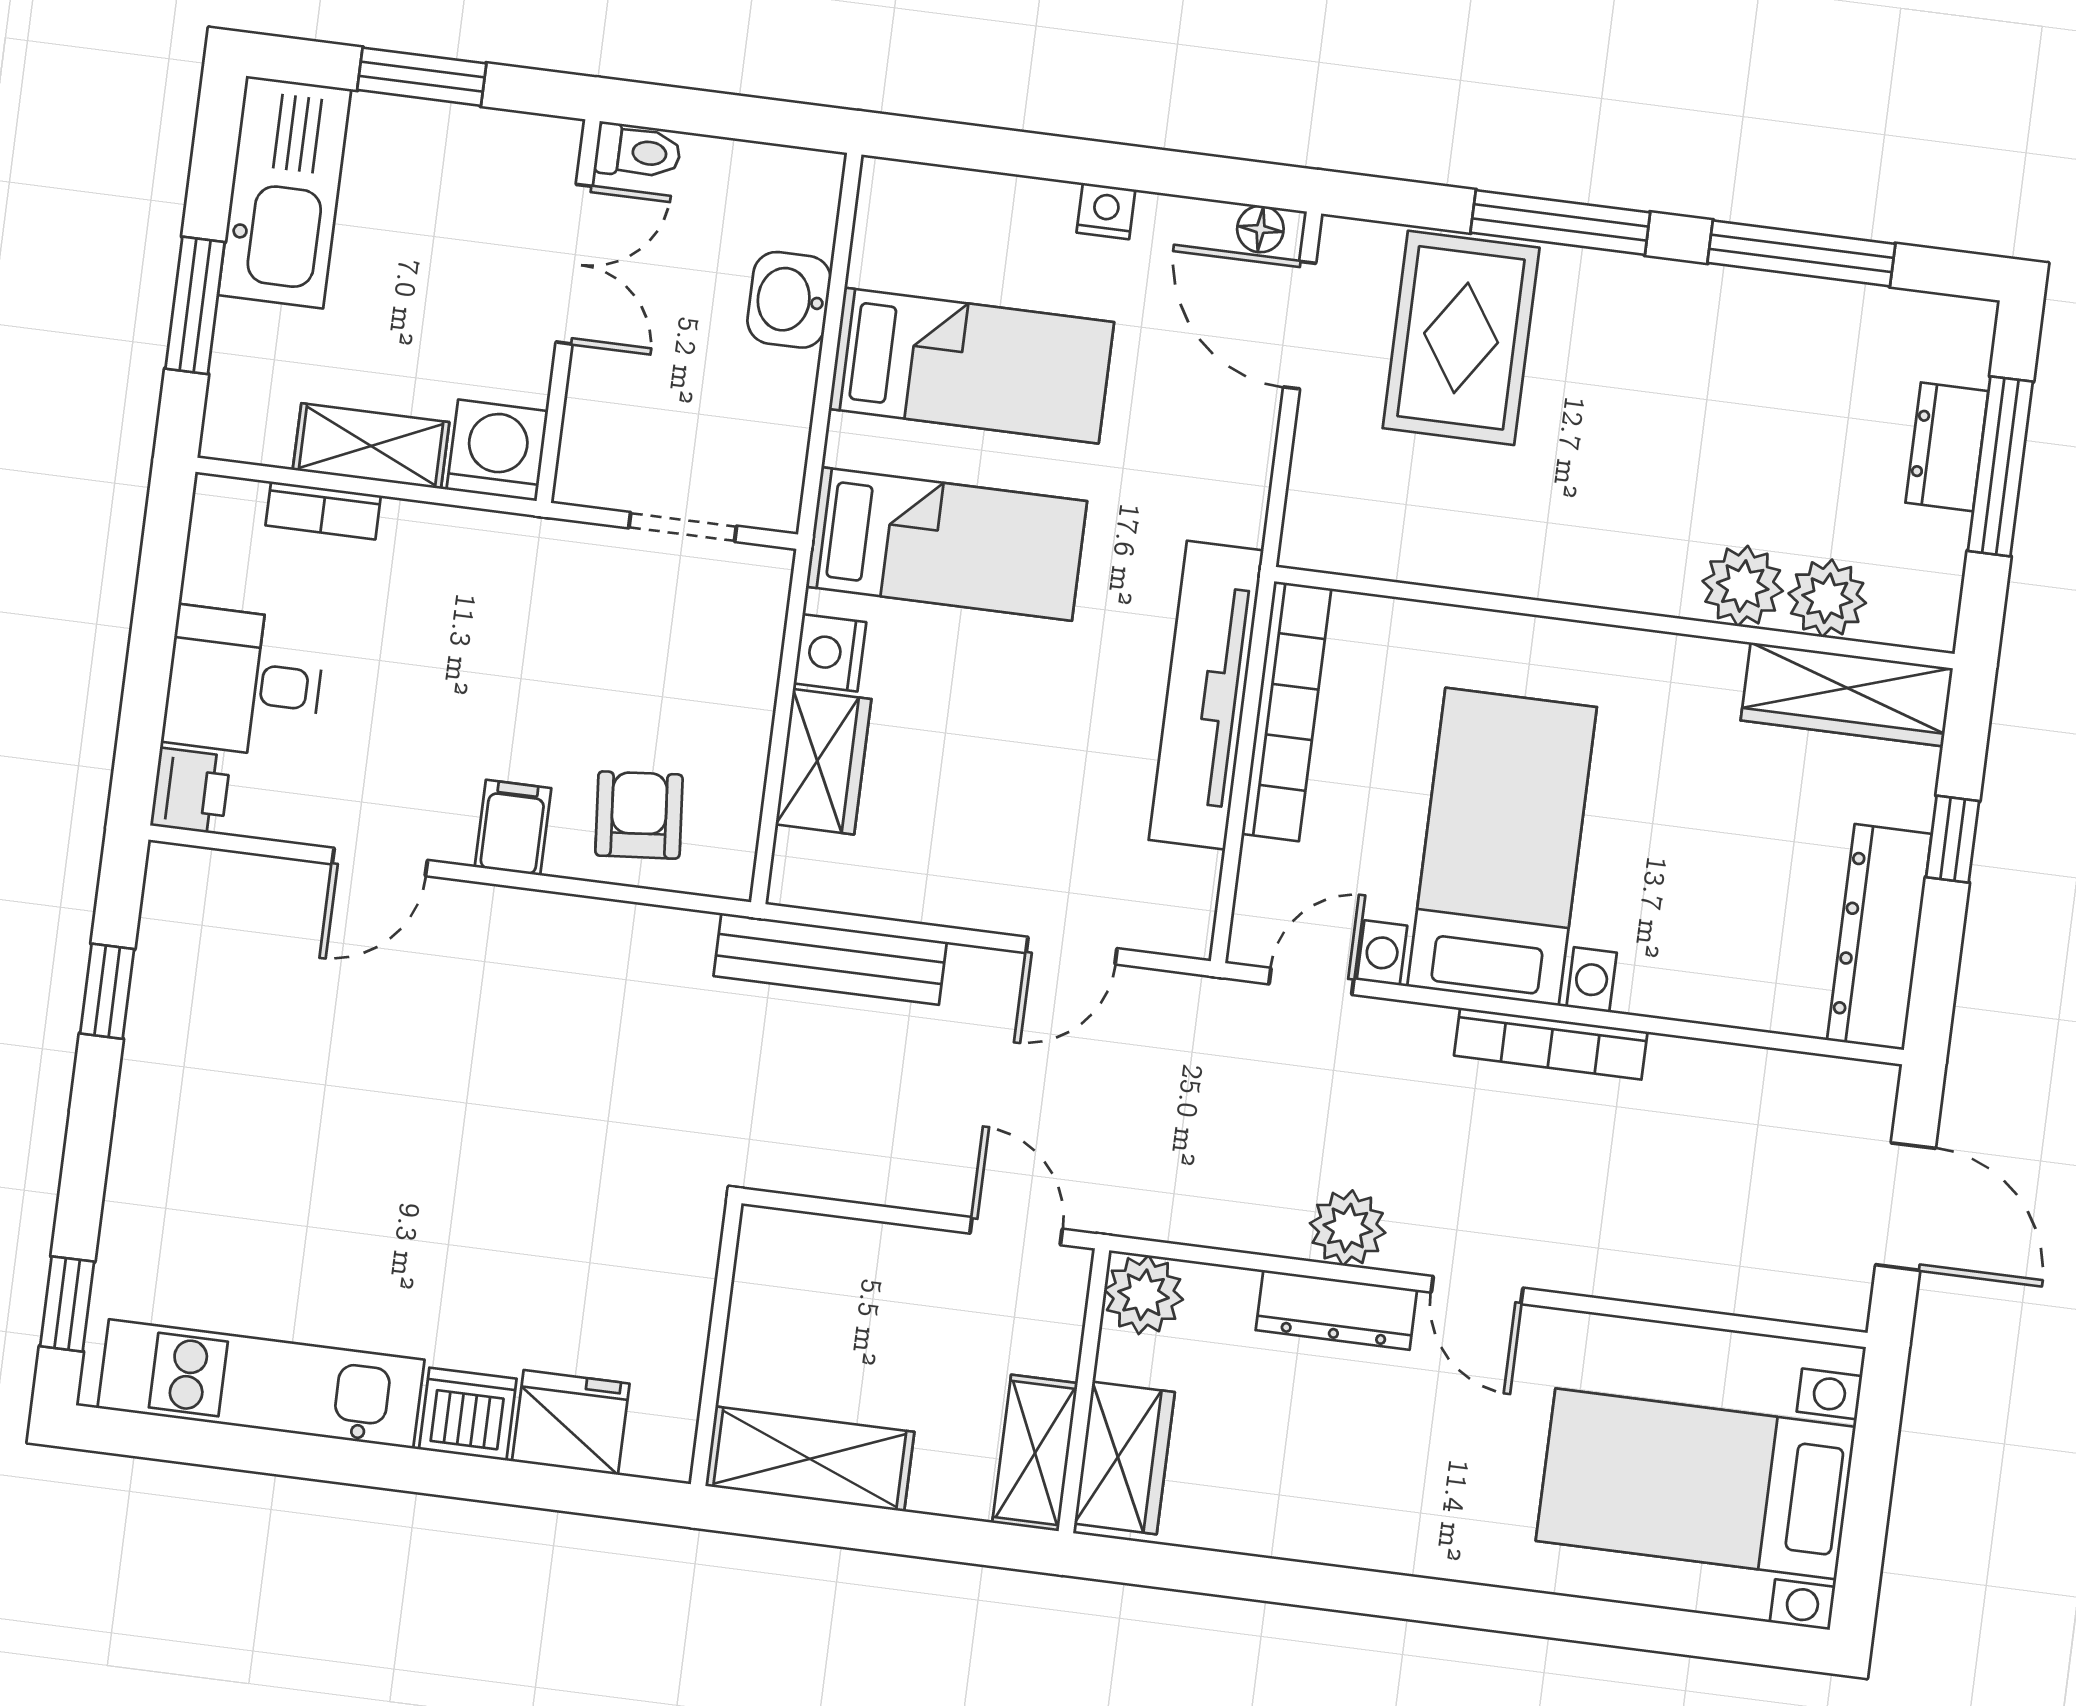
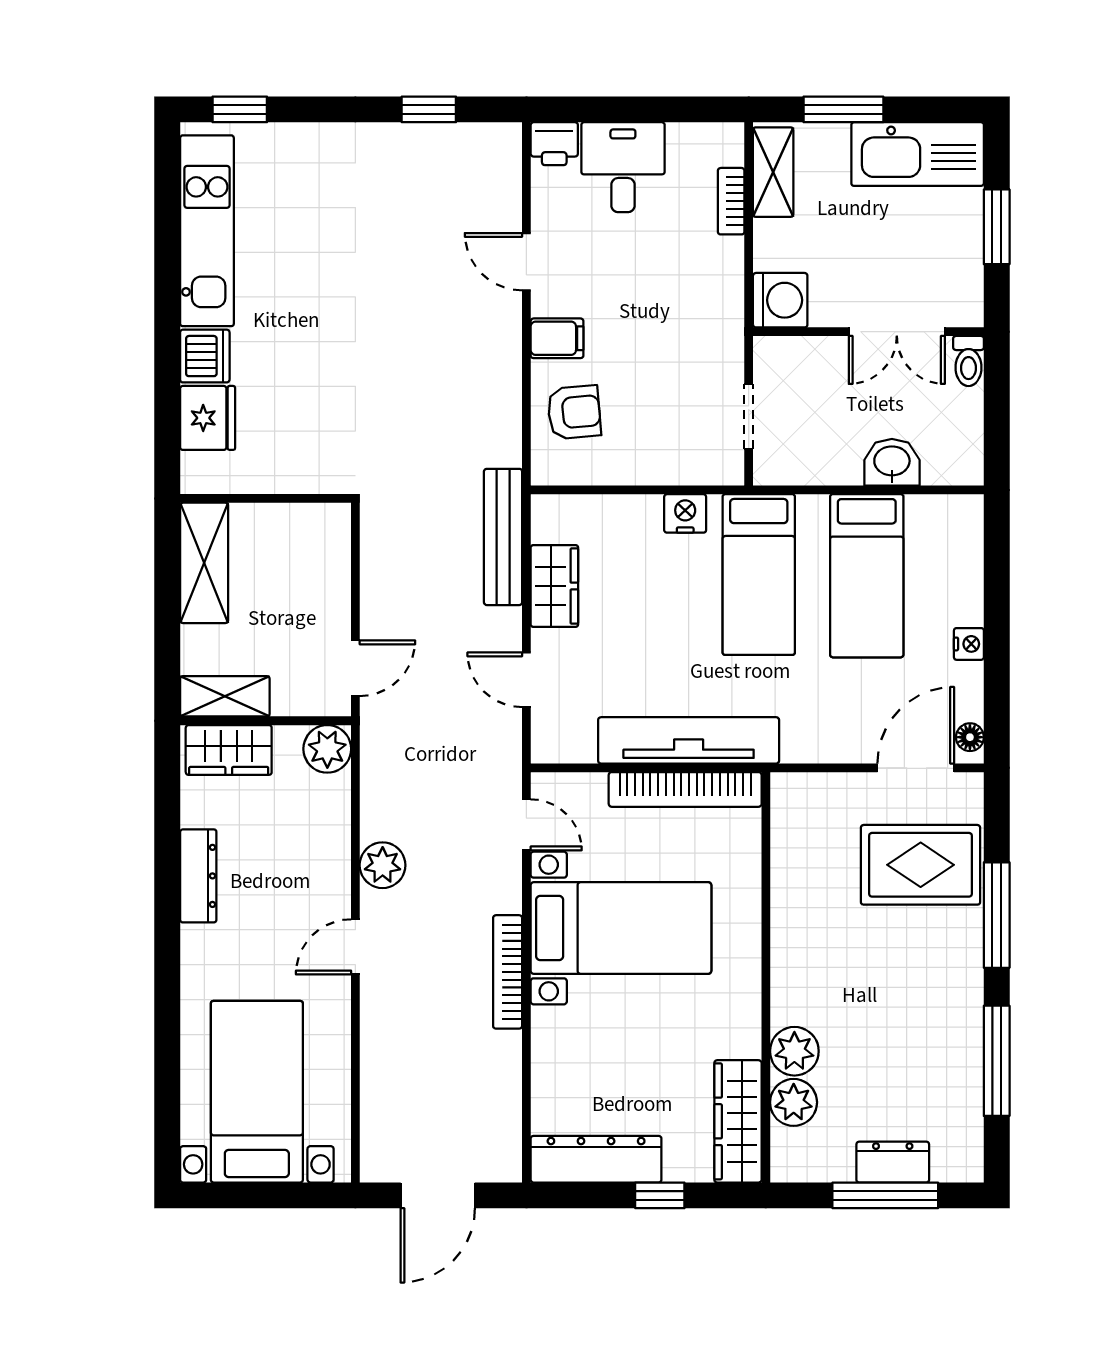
shelving: (371, 446) -> (773, 172), moved
wardrobe: (823, 762) -> (554, 586), moved, turned -90
dresser: (1336, 1310) -> (198, 876), moved, turned 180

